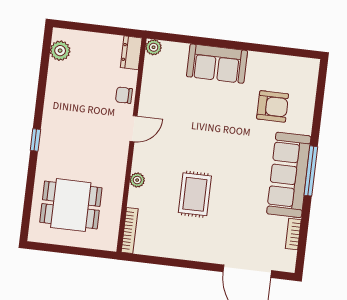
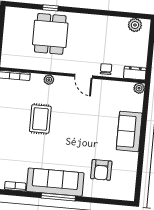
window: (35, 140) -> (50, 8), moved
rug: (195, 194) -> (40, 119), turned 90
dining table: (71, 205) -> (50, 34), moved

